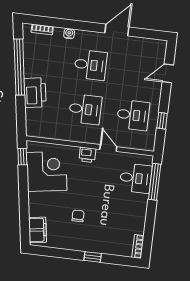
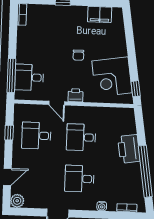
plant: (159, 47) -> (17, 201), added
chair: (78, 216) -> (78, 55), moved
filing cabinet: (38, 230) -> (100, 14), moved, turned -81

